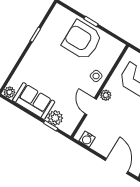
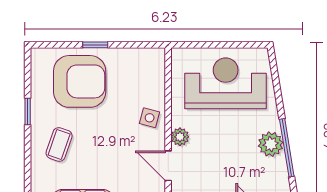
armchair: (82, 40) -> (80, 81), moved, turned 180
coffee table: (41, 61) -> (59, 144), added

